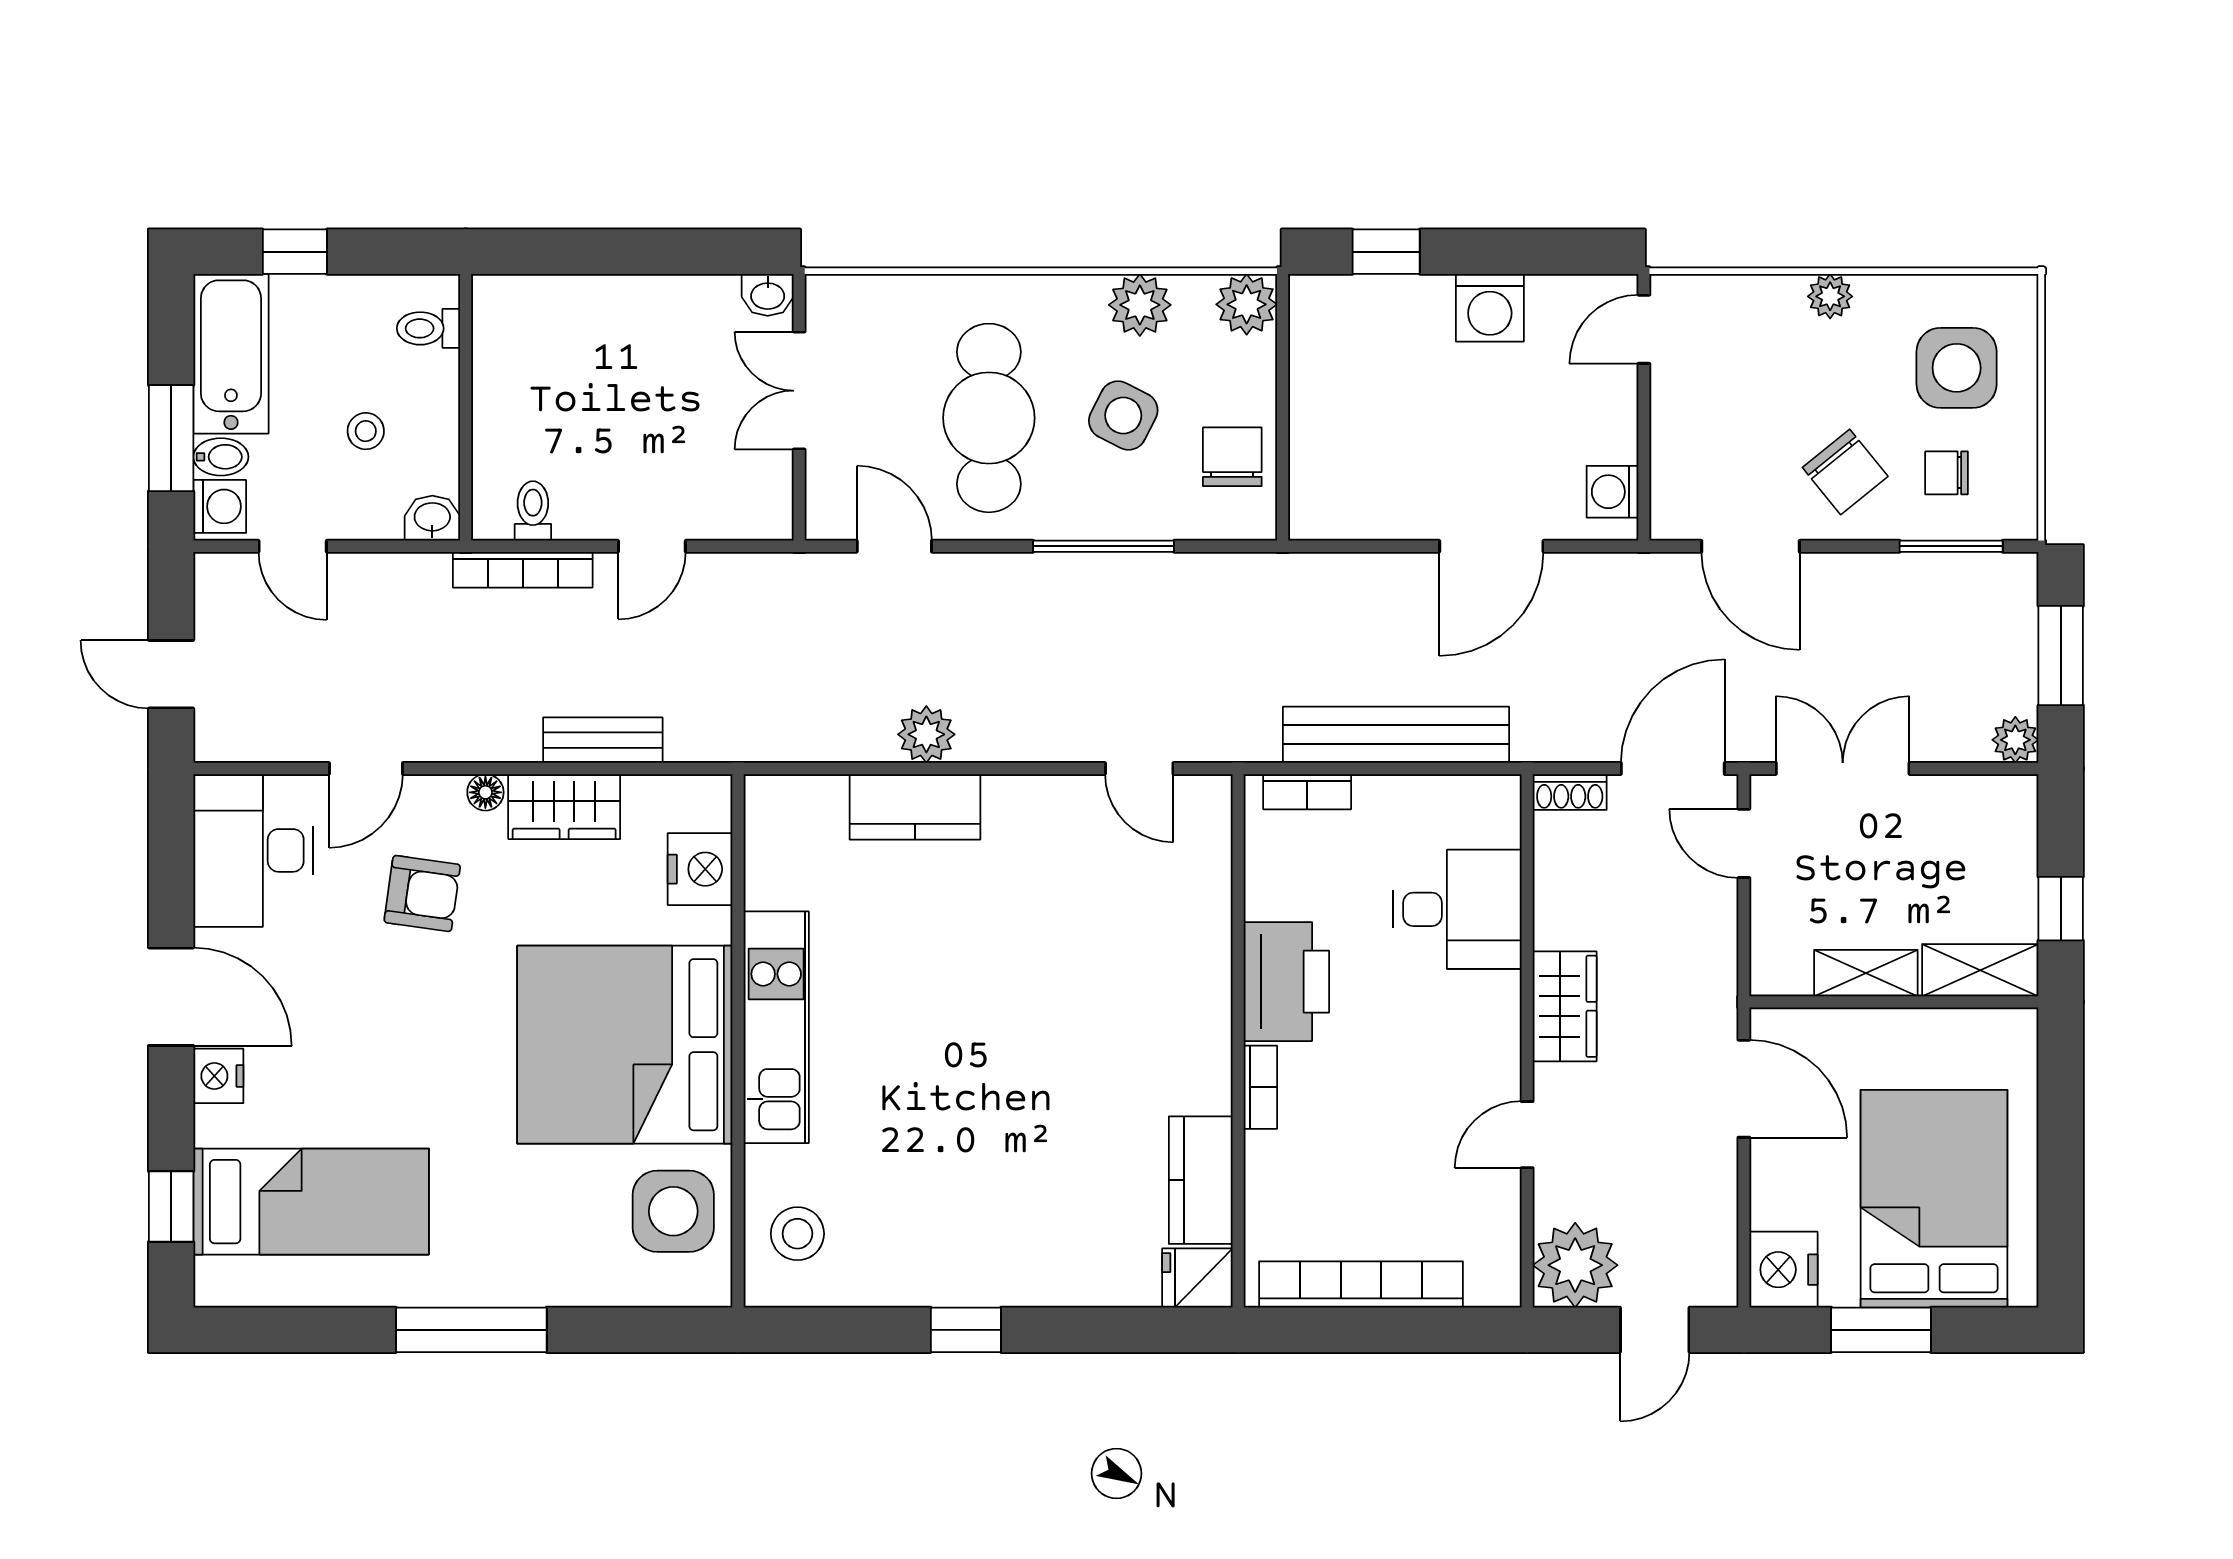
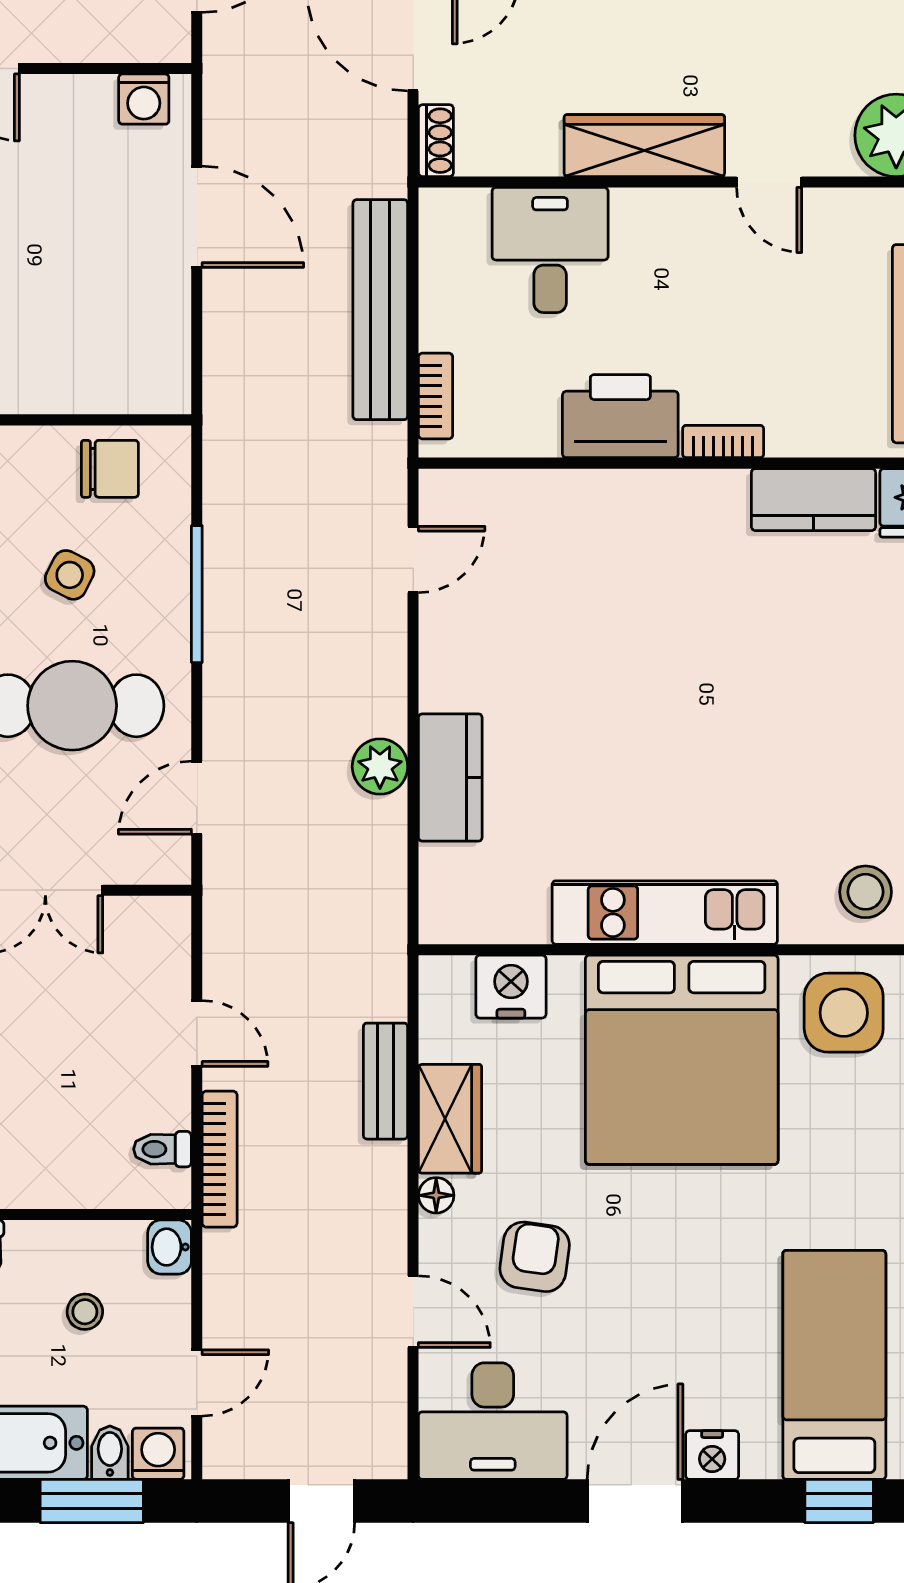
side table: (1123, 415) -> (70, 575), width x0.73, depth x0.73
chair: (1232, 457) -> (110, 469), turned 180
wardrobe: (1565, 1006) -> (644, 146), width x1.50

